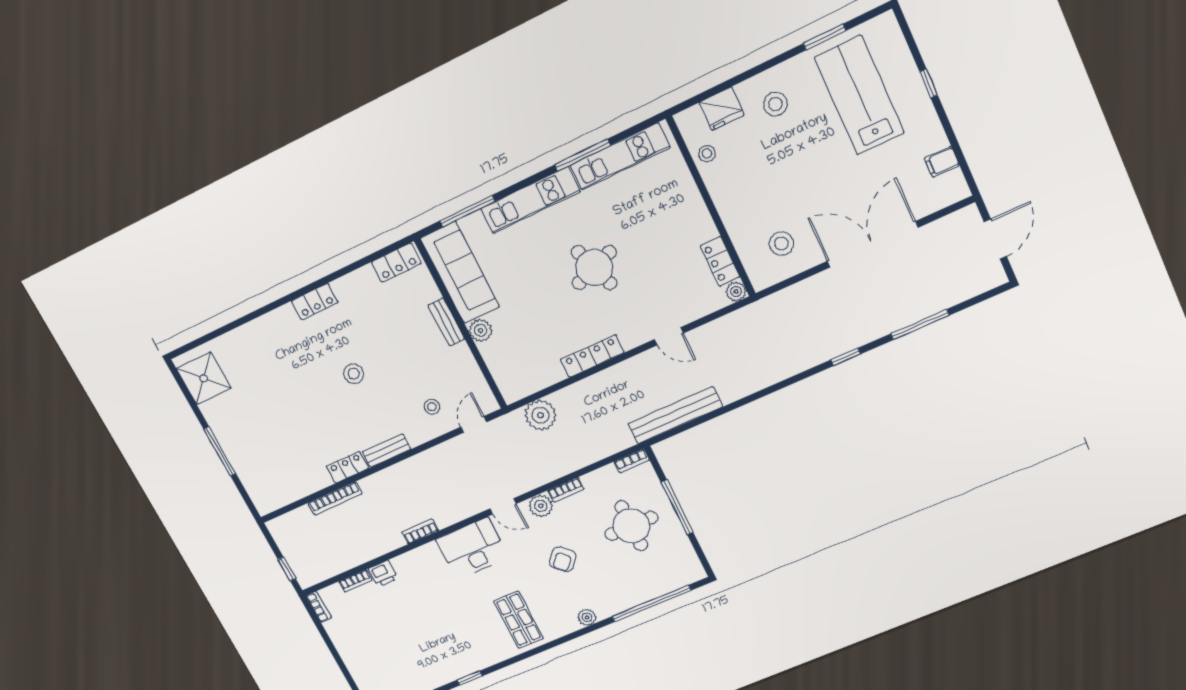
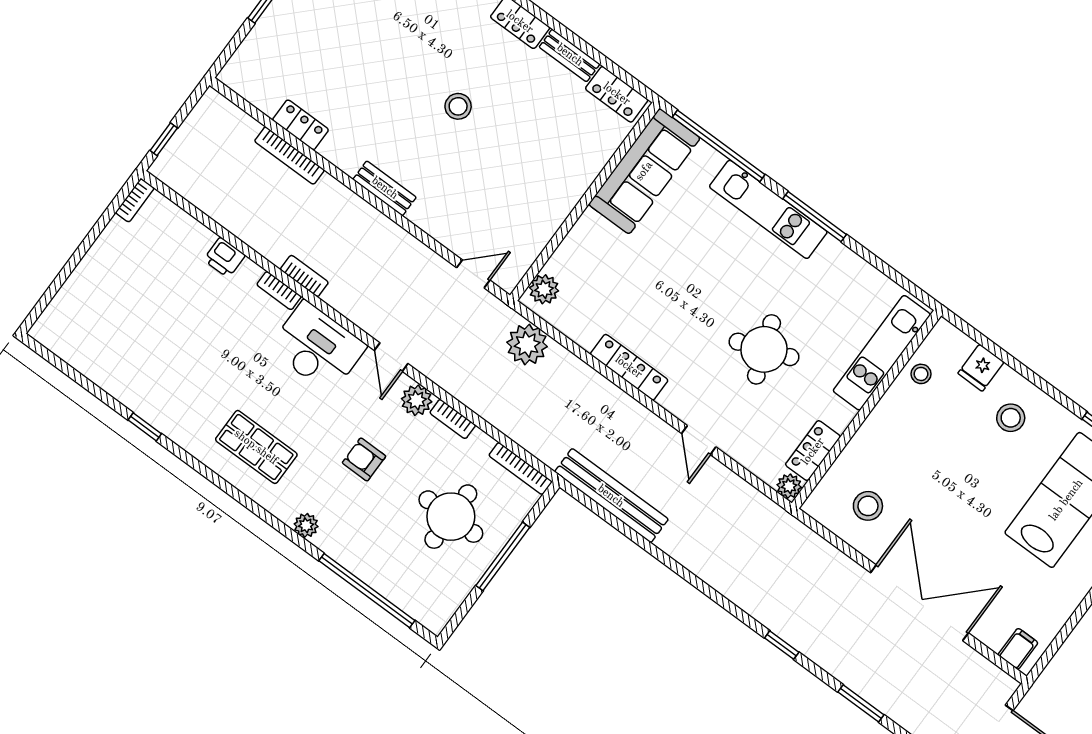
fridge: (722, 109) -> (981, 368), width x0.72
window: (582, 155) -> (815, 217), moved
kitchen unit: (620, 157) -> (882, 353), moved, turned 90
filing cabinet: (942, 162) -> (1018, 649), moved, turned 90
window: (467, 211) -> (719, 146), width x1.46
round table: (594, 268) -> (764, 349), moved
bench: (446, 322) -> (570, 55), moved, turned 90
window: (920, 325) -> (861, 703), width x0.69
plant: (481, 330) -> (544, 289), moved
stool: (432, 407) -> (468, 215), removed
bookcase: (632, 461) -> (520, 468), width x1.56
locker: (347, 467) -> (300, 125), moved
armchair: (563, 559) -> (364, 459), turned 48
bookcase: (356, 581) -> (279, 291), moved
shop shelf: (519, 620) -> (256, 447), turned 90

